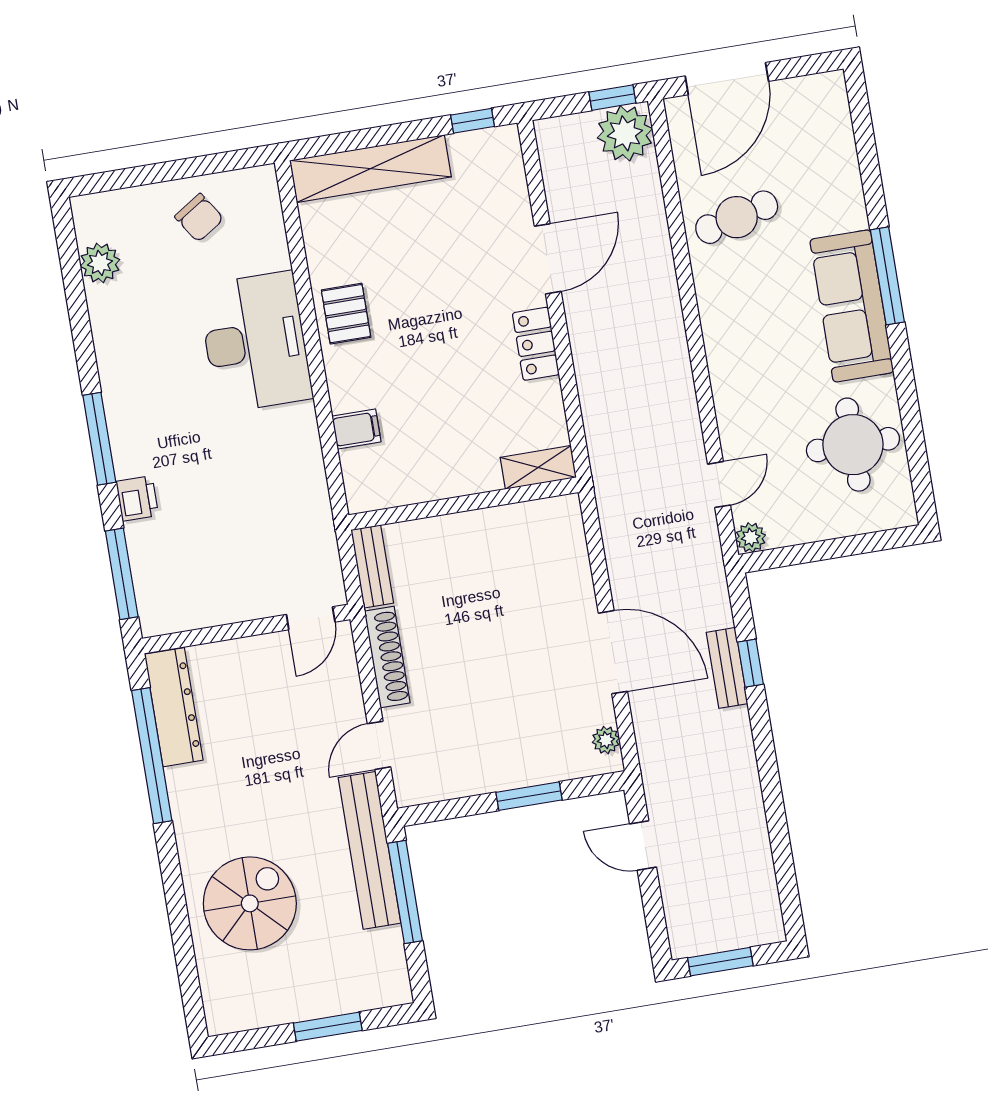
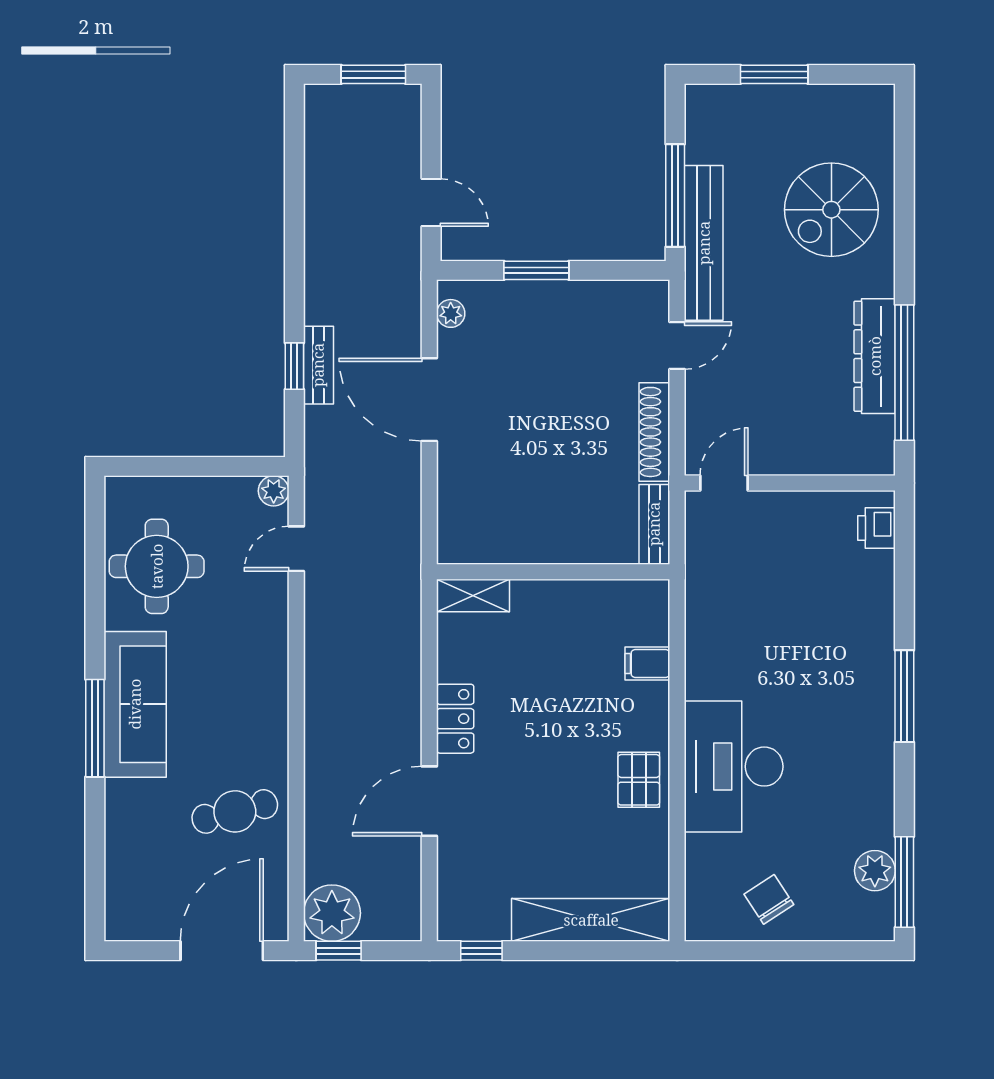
printer: (137, 498) -> (877, 528), moved
window: (122, 574) -> (904, 882), moved
dresser: (174, 707) -> (875, 356), moved

